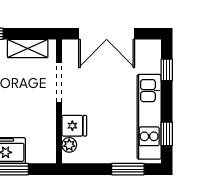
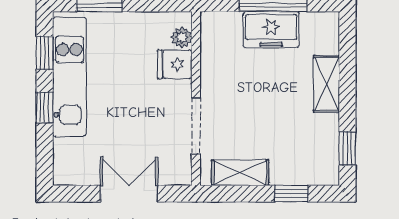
double door: (107, 34) -> (129, 194), width x0.73
window: (167, 70) -> (45, 107), moved

